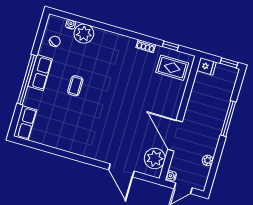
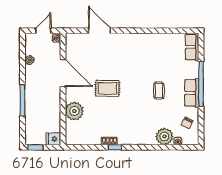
window: (171, 46) -> (115, 147), moved
rug: (172, 68) -> (107, 88), moved
plant: (155, 158) -> (74, 111), moved

